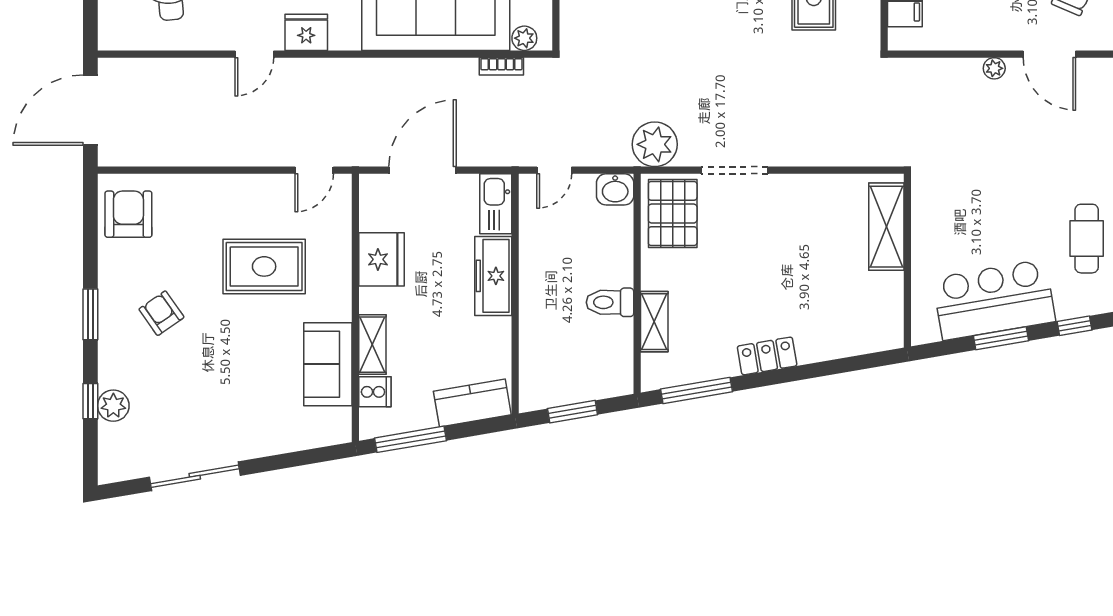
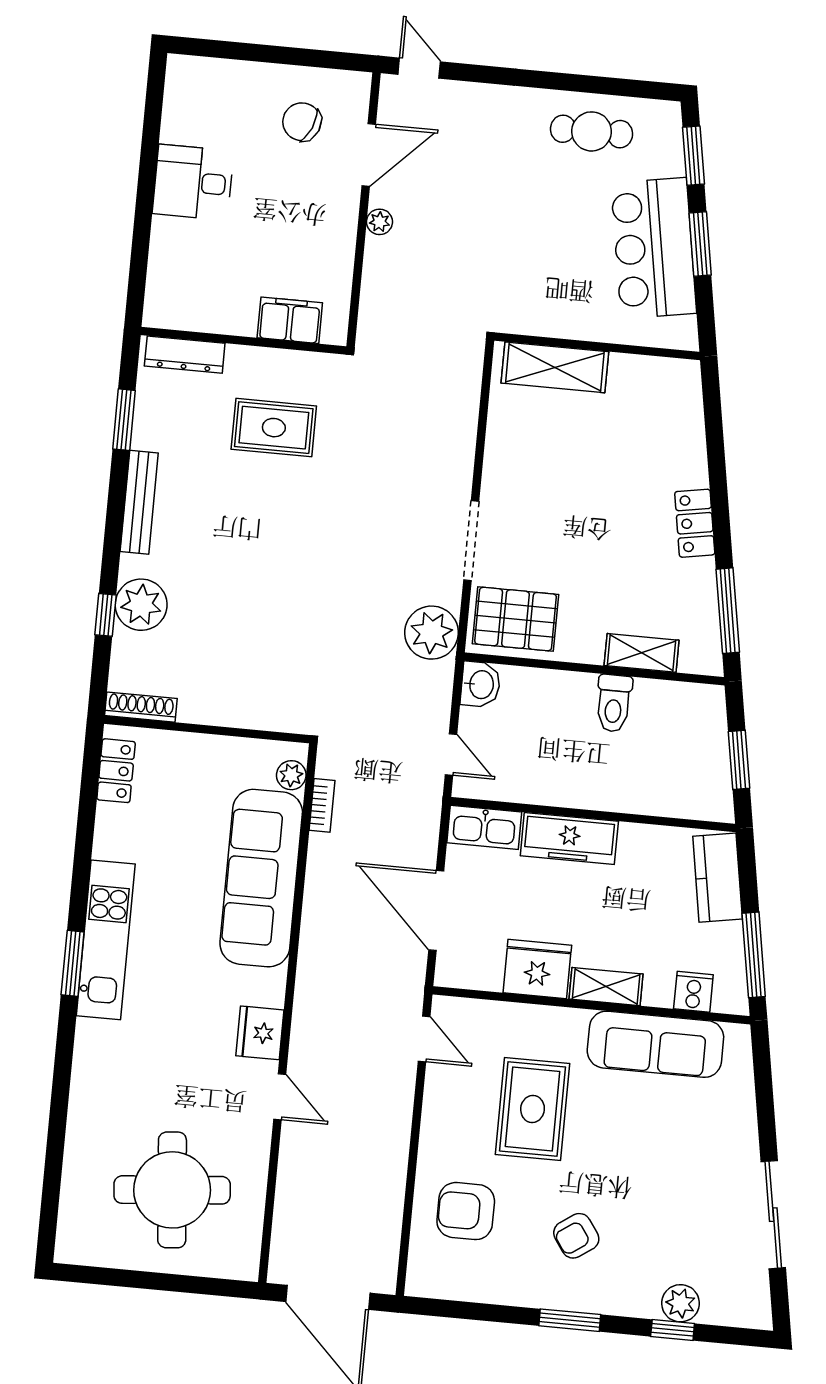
armchair: (128, 214) -> (466, 1211), moved
window: (1074, 326) -> (693, 156), width x1.50
shelving: (372, 345) -> (606, 987), moved
sofa: (328, 364) -> (655, 1044), width x1.36

